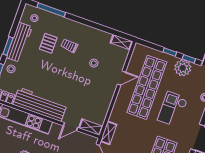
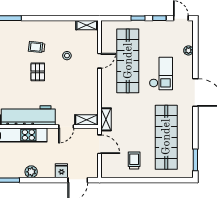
pallet: (48, 43) -> (38, 72), moved
plant: (183, 68) -> (156, 29), removed
checkout: (173, 109) -> (161, 74), turned 180

